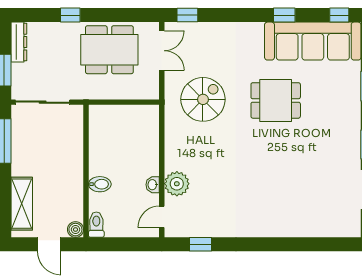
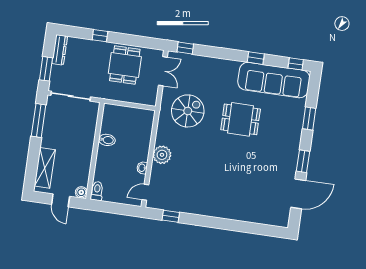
dining table: (109, 50) -> (125, 65), width x0.73
bidet: (100, 184) -> (107, 140), moved
plant: (177, 184) -> (162, 155), moved

